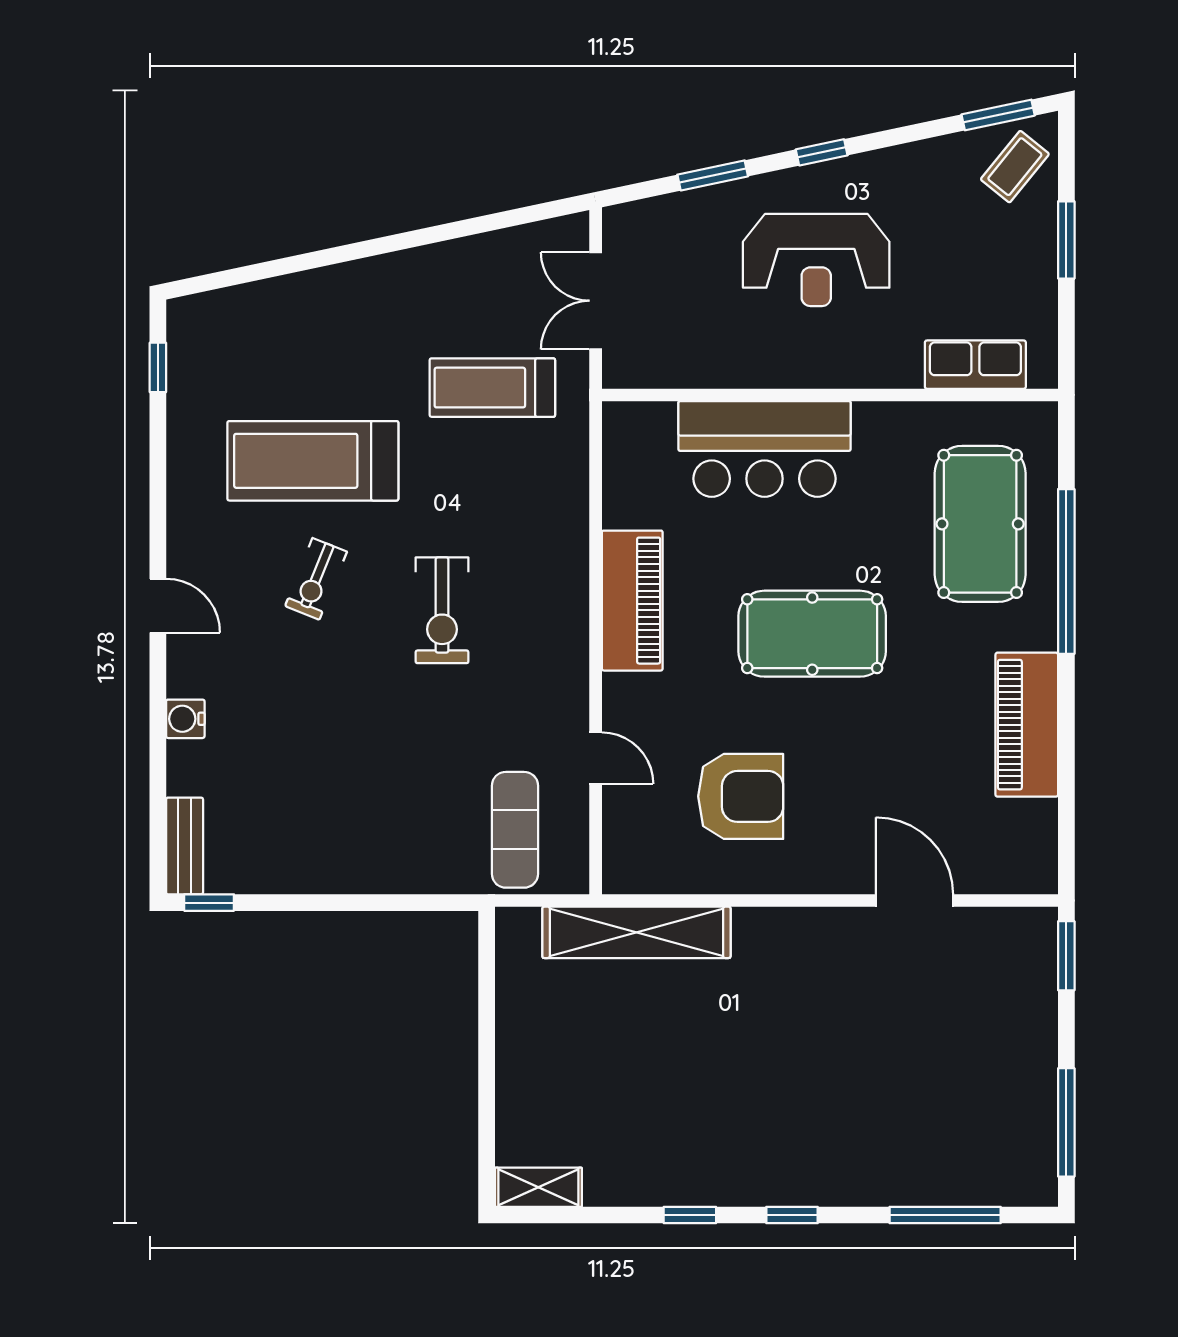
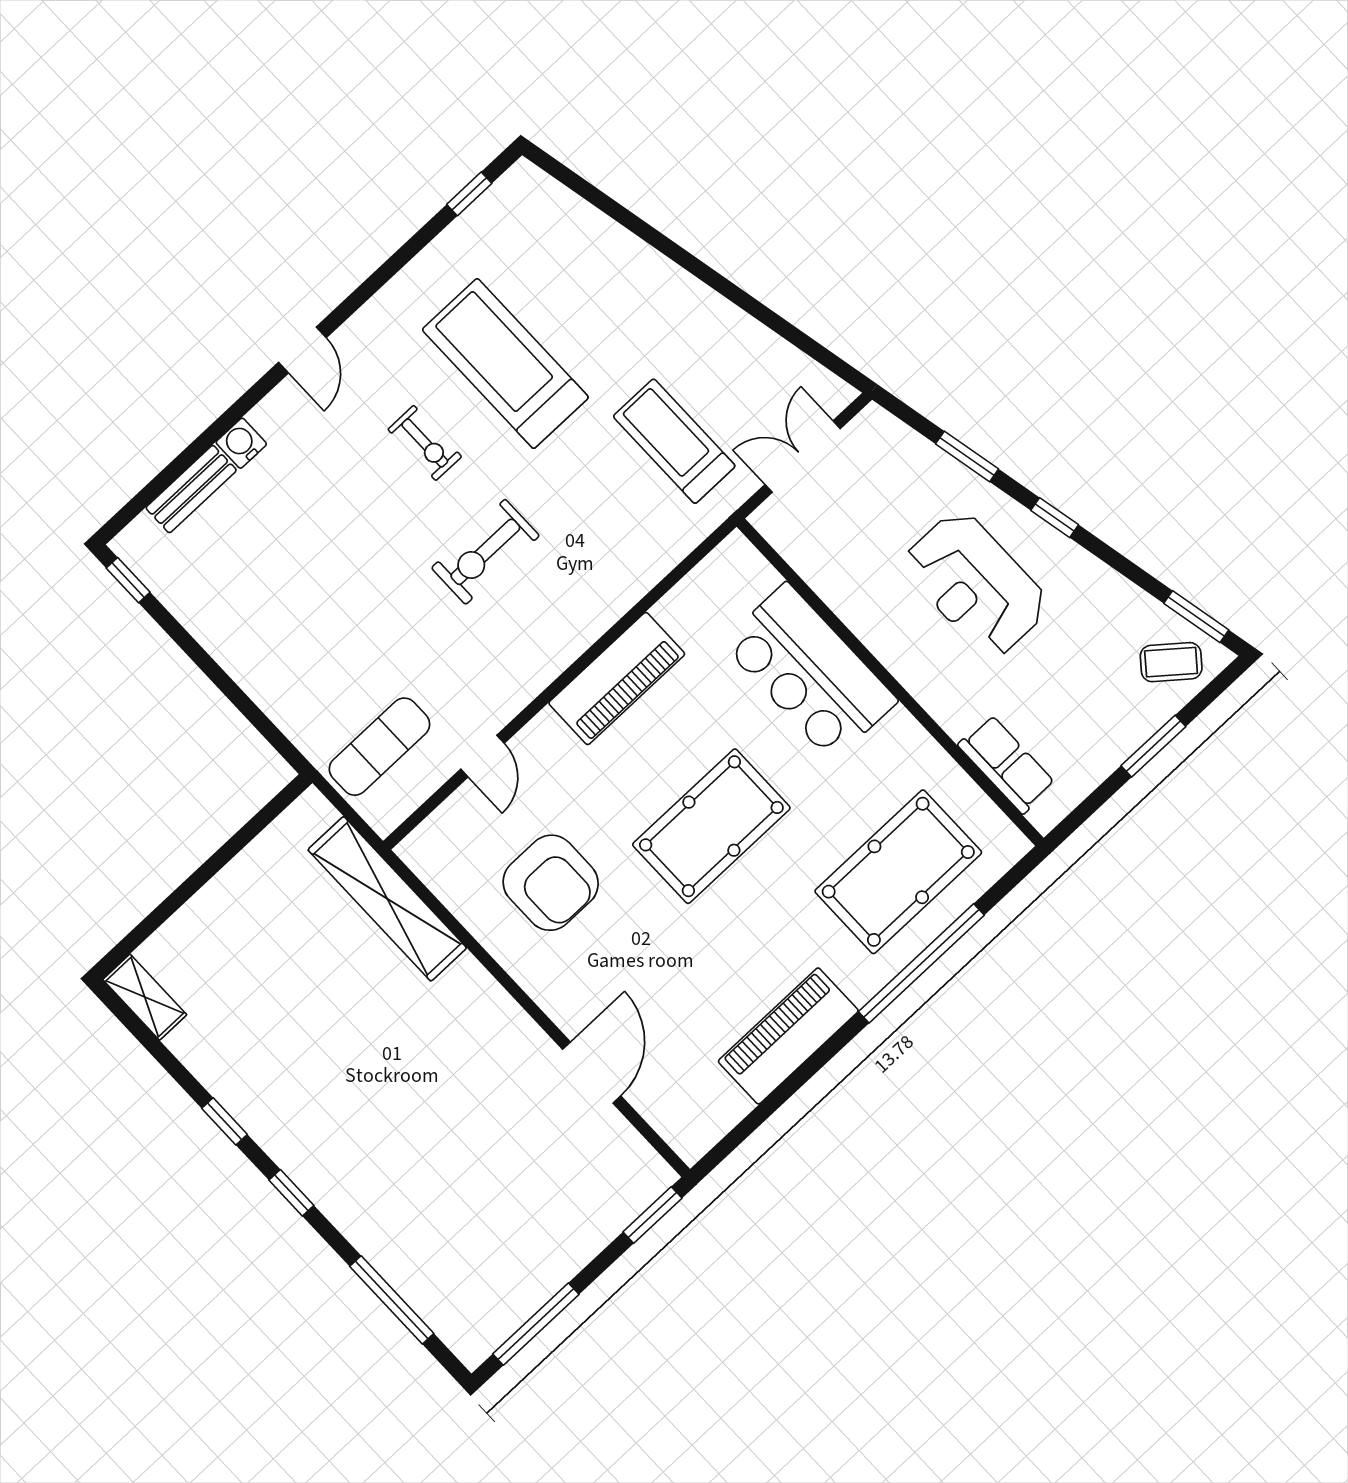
exercise bike: (316, 579) -> (425, 443), turned -112
pool table: (812, 634) -> (711, 826), turned 90
bench: (185, 846) -> (191, 489), moved

